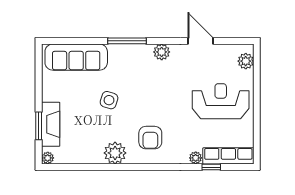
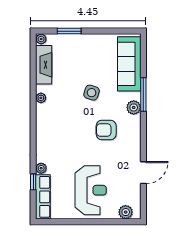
window: (127, 41) -> (143, 94), moved
plant: (162, 52) -> (134, 107), moved
fireplace: (51, 124) -> (44, 65), moved, turned -90
armchair: (150, 138) -> (106, 130), moved
plant: (115, 153) -> (41, 98), width x0.53, depth x0.53

